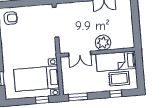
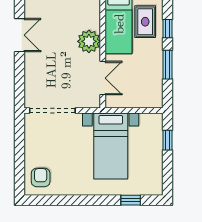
bed with nightstands: (37, 79) -> (111, 146), moved
window: (78, 97) -> (167, 65), moved

